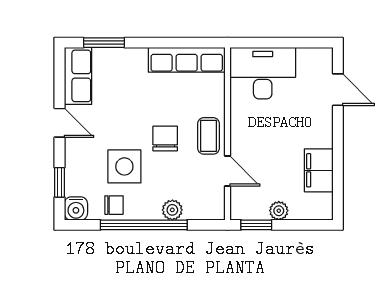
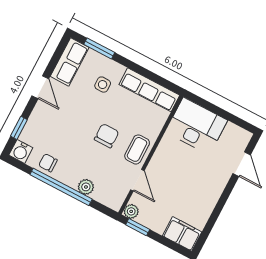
side table: (124, 166) -> (103, 85), moved, width x0.54, depth x0.54
filing cabinet: (319, 170) -> (182, 234), moved, turned 90
chair: (114, 205) -> (48, 163), turned 180
plant: (279, 211) -> (131, 211), moved

